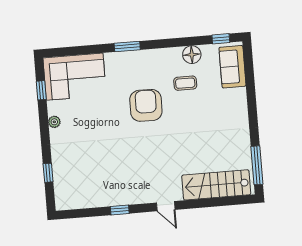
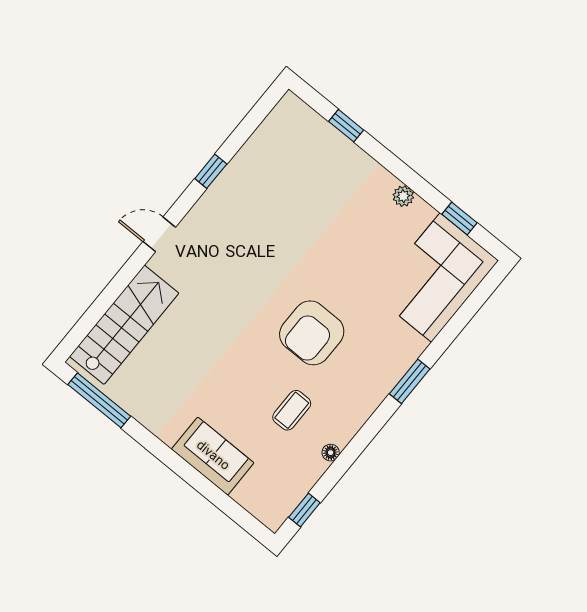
floor lamp: (192, 55) -> (331, 453), width x0.53, depth x0.53
sofa: (232, 67) -> (213, 456), moved
armchair: (146, 105) -> (312, 333), turned 89

